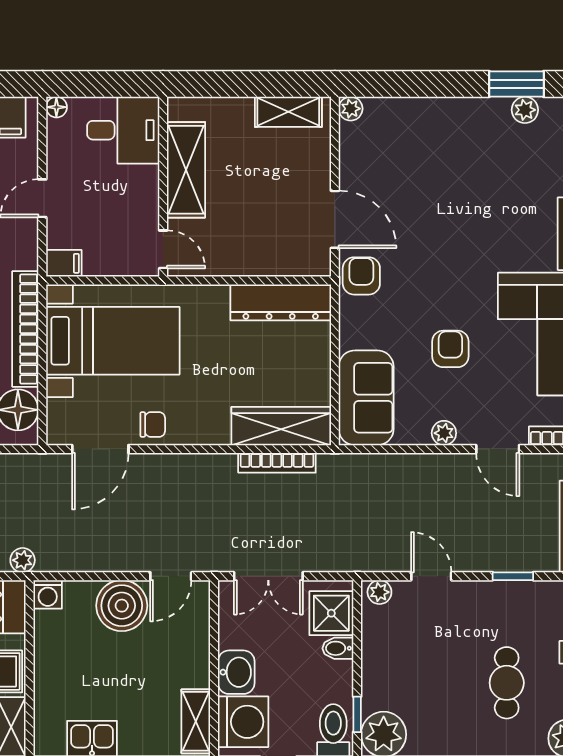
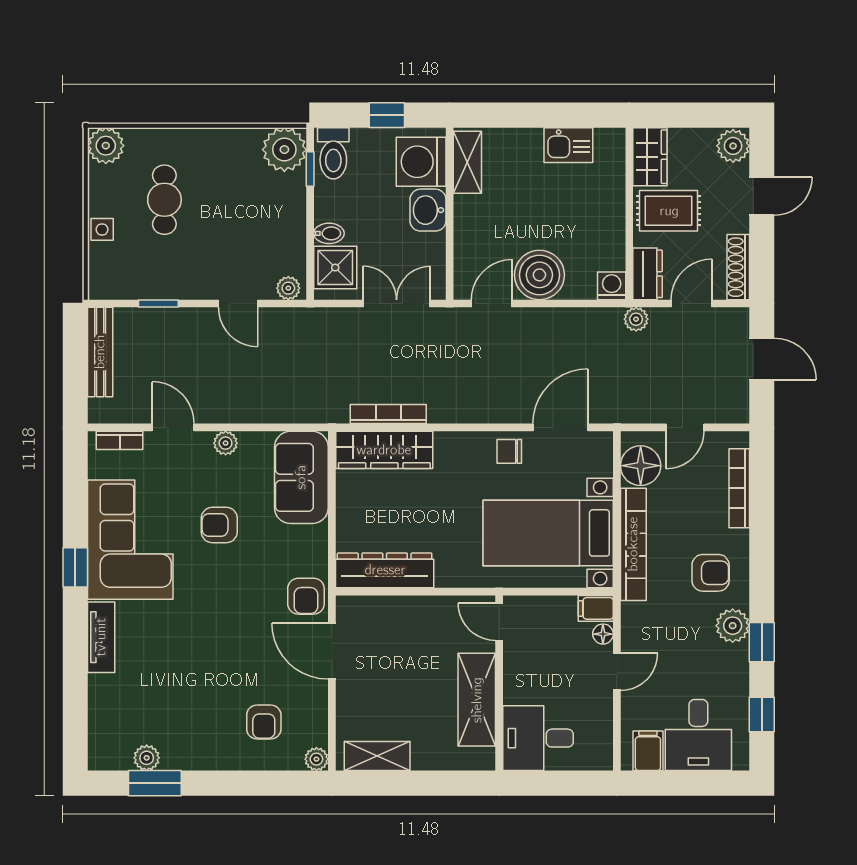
floor lamp: (56, 107) -> (603, 634), moved
armchair: (405, 147) -> (264, 722), added
armchair: (450, 349) -> (219, 525), turned 90

